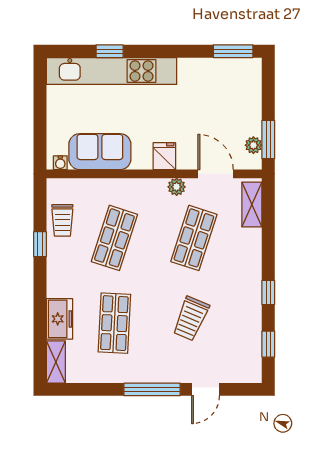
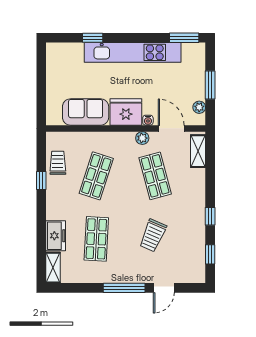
kitchen unit: (112, 71) -> (133, 52), moved
window: (268, 140) -> (210, 85), moved
fridge: (164, 156) -> (126, 112), width x1.88, depth x1.34
water cooler: (60, 163) -> (148, 120), moved
trolley: (62, 220) -> (58, 163), turned 180
shop shelf: (194, 238) -> (155, 176), turned -33

